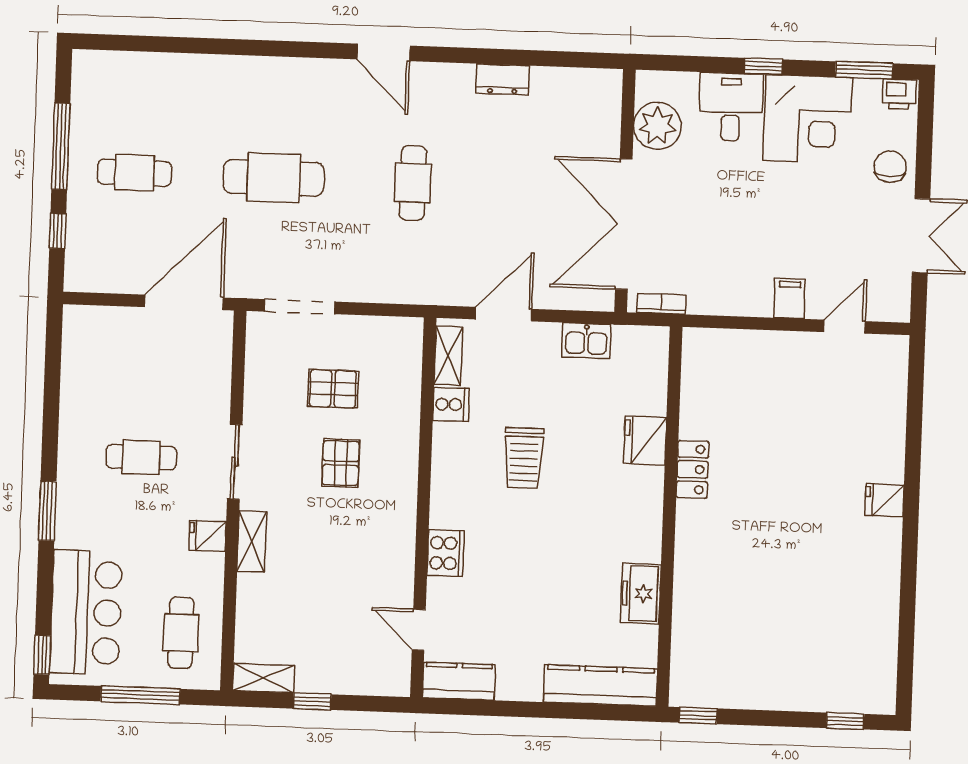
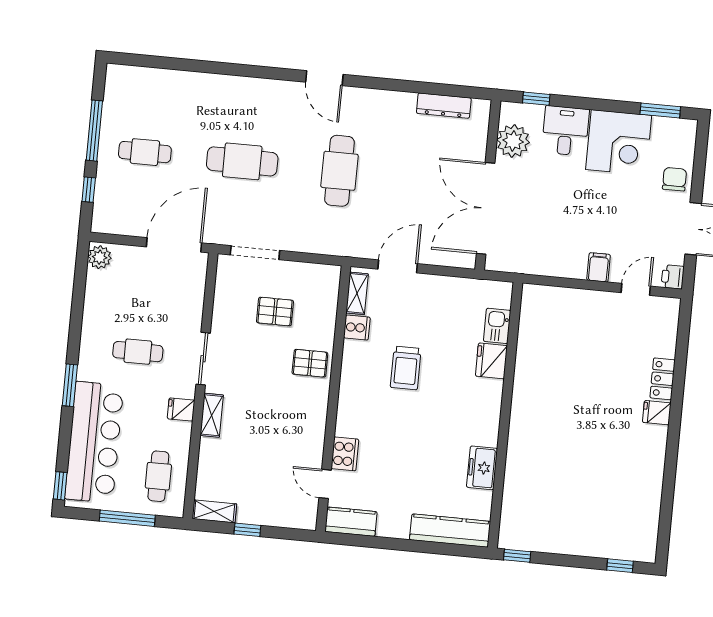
window: (763, 66) -> (536, 99), moved
dresser: (503, 79) -> (444, 106), moved, width x1.44
printer: (899, 94) -> (673, 277), moved, turned 90
cafe table: (413, 183) -> (339, 171), width x1.37, depth x1.35
bookcase: (661, 304) -> (509, 266), removed
plant: (79, 326) -> (100, 257), added
kitchen sink: (586, 341) -> (497, 326), moved, turned 90
pallet: (341, 463) -> (310, 363), moved, turned 90
locker: (692, 469) -> (663, 379), moved, turned 180
cooker: (446, 553) -> (345, 454), moved
bar counter: (86, 612) -> (94, 442), width x1.36

